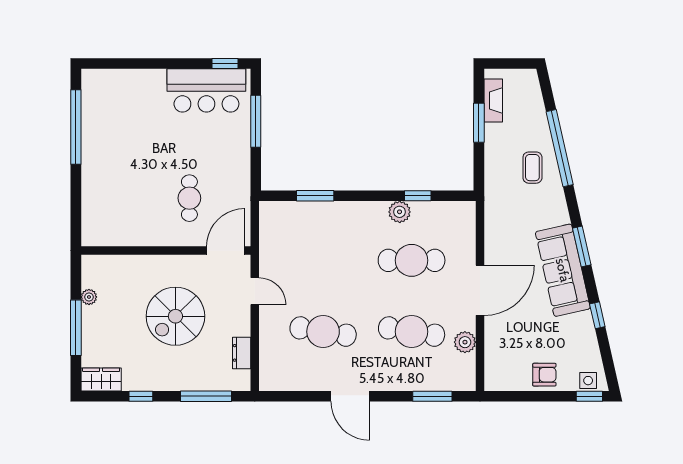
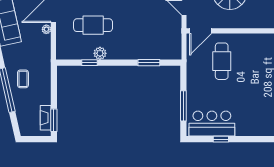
window: (225, 63) -> (221, 139), moved
window: (479, 123) -> (54, 120), moved
cafe table: (189, 198) -> (222, 61), width x1.37, depth x1.35
plant: (492, 253) -> (46, 29), added

